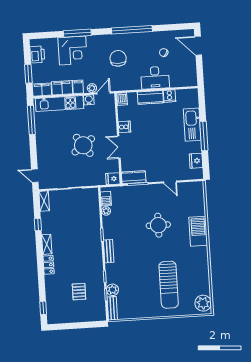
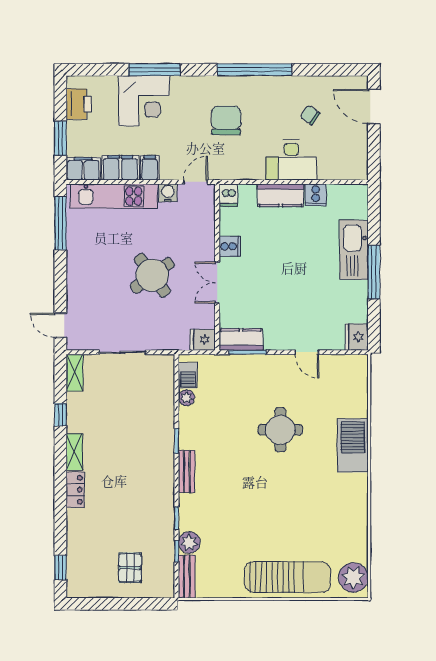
plant: (92, 88) -> (175, 172), removed
fridge: (196, 161) -> (357, 337), moved
sun lounger: (169, 285) -> (288, 577), moved, turned -90
pallet: (79, 292) -> (130, 568), moved

